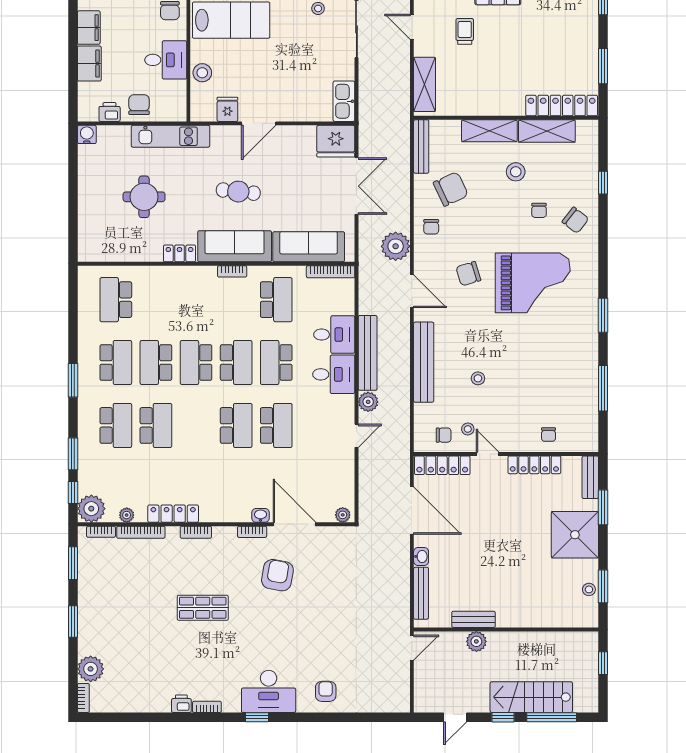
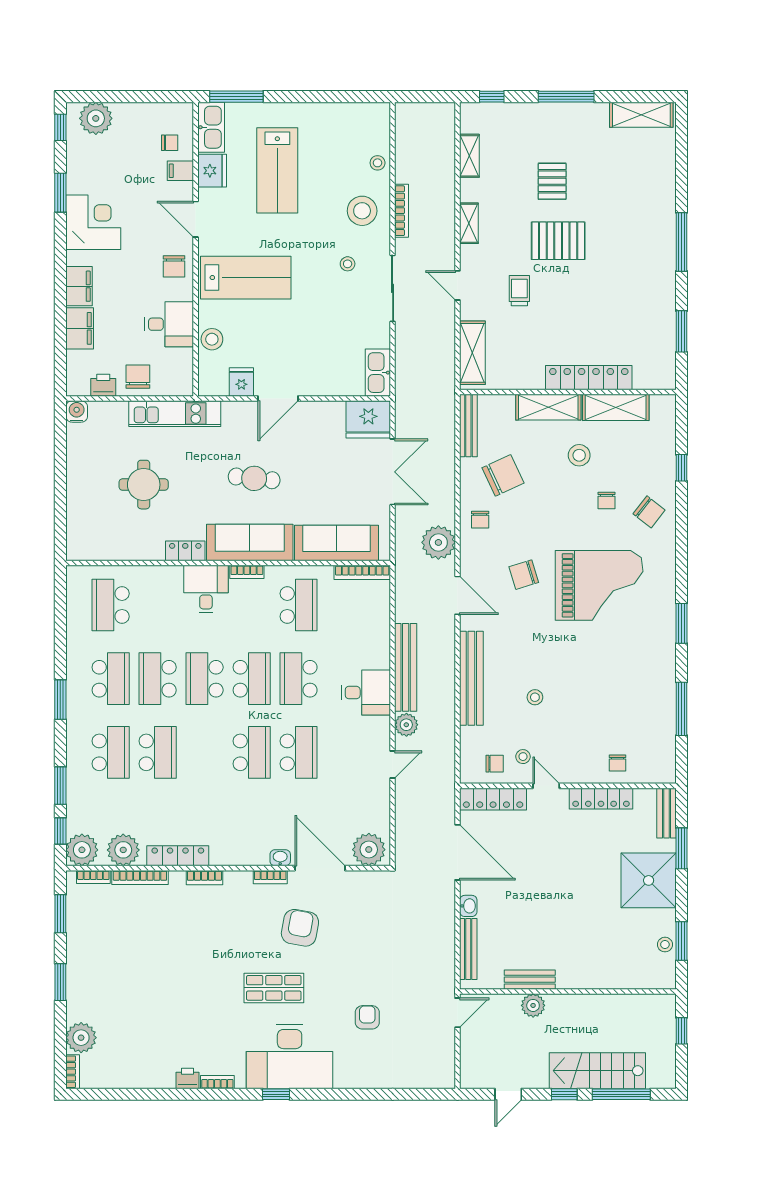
locker: (562, 106) -> (589, 378), moved
desk: (334, 335) -> (206, 589), moved, turned -90
plant: (127, 515) -> (123, 850), width x1.88, depth x1.88
plant: (343, 515) -> (369, 850), width x1.88, depth x1.88
shop shelf: (203, 608) -> (274, 988), moved
desk: (269, 691) -> (290, 1057), width x1.36, depth x1.30
armchair: (326, 691) -> (367, 1017), moved

